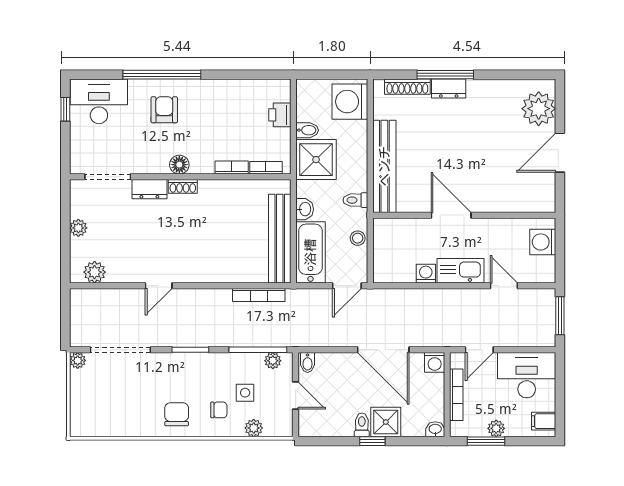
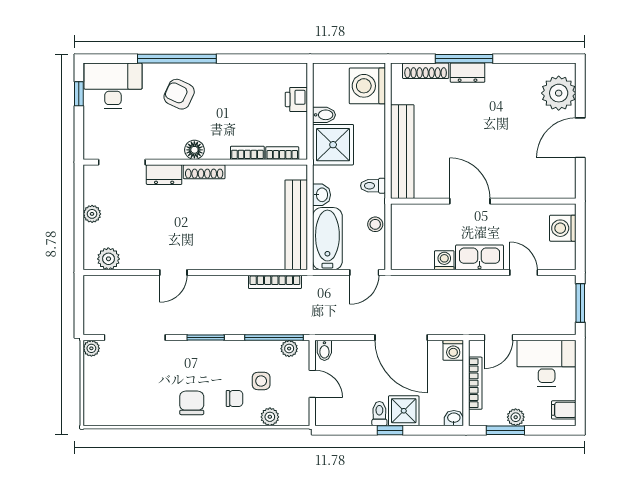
armchair: (164, 110) -> (179, 94), turned -65
shoe rack: (183, 186) -> (204, 172), width x1.43

